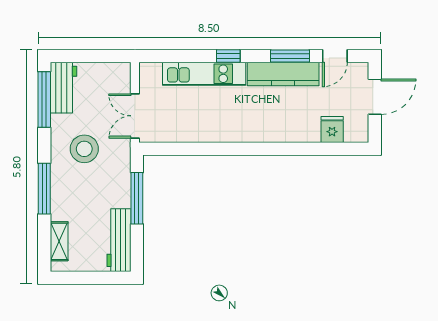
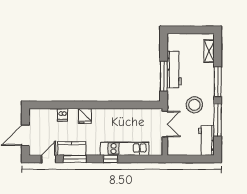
kitchen counter: (283, 74) -> (72, 148), width x0.67
window: (44, 99) -> (218, 120), moved
fridge: (332, 130) -> (85, 116), moved
dishwasher: (311, 132) -> (62, 115), added
workbench: (119, 240) -> (174, 70), moved

